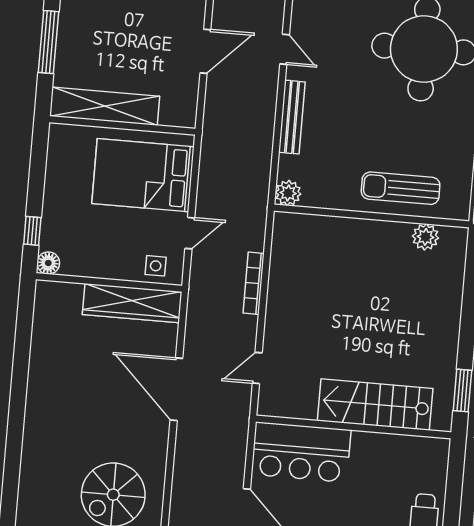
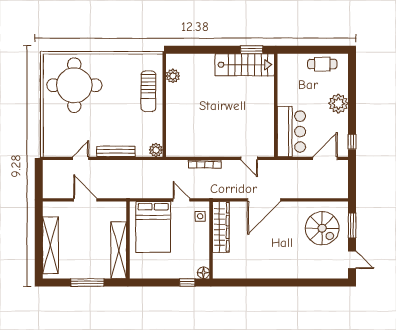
stairs: (375, 405) -> (245, 65), moved, turned -90

